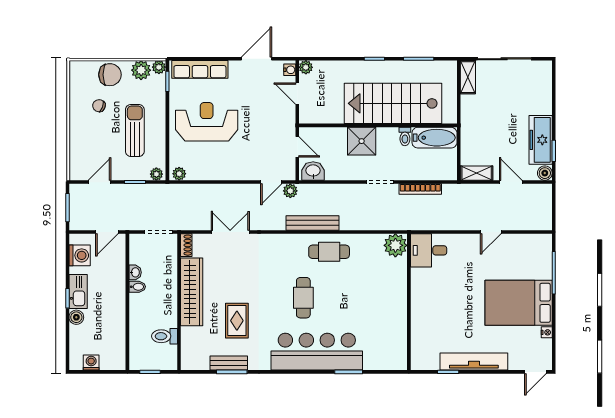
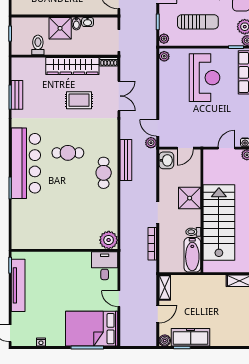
plant: (395, 245) -> (109, 240), moved
desk: (429, 250) -> (105, 266), moved
wall: (409, 302) -> (65, 250), moved
bed: (519, 303) -> (92, 329), moved, turned -90
shower: (143, 308) -> (60, 28), added
rug: (237, 321) -> (79, 100), moved

